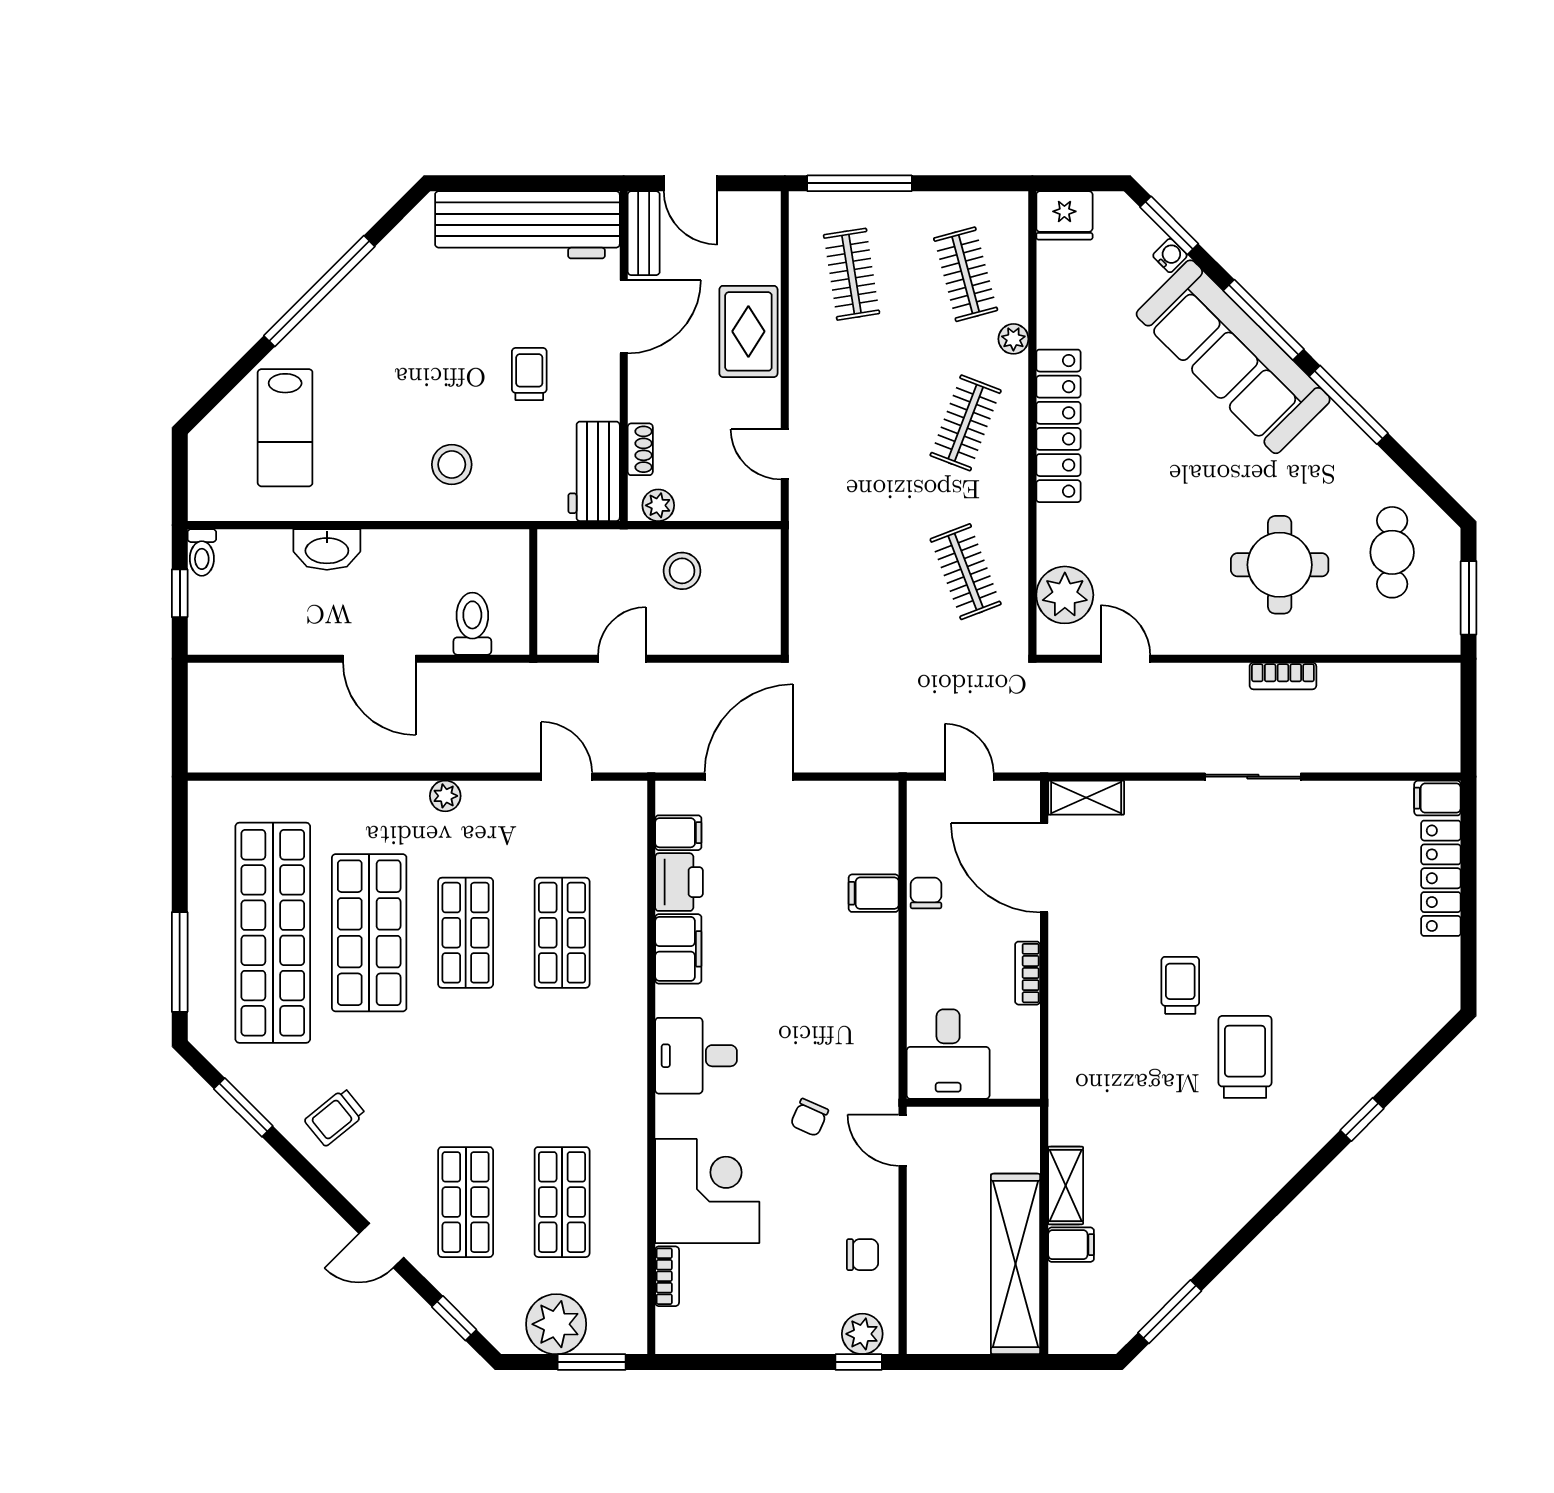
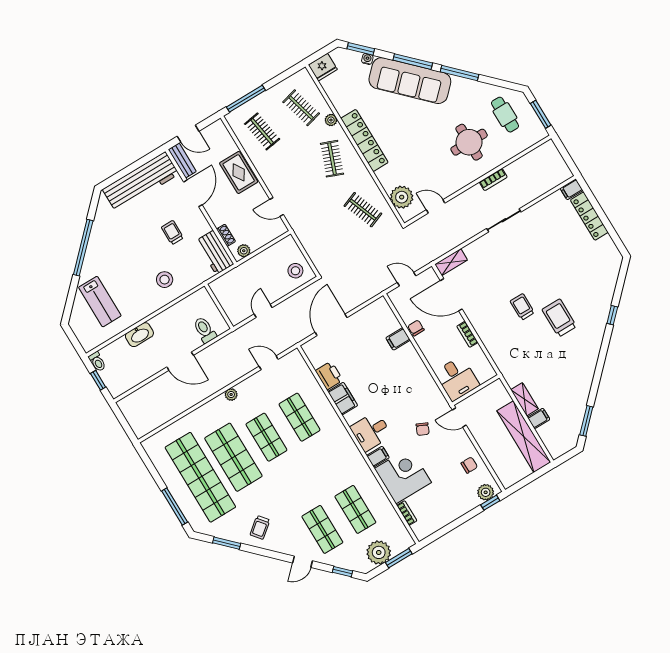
stool: (682, 571) -> (295, 271), moved
filing cabinet: (678, 833) -> (378, 457), moved

